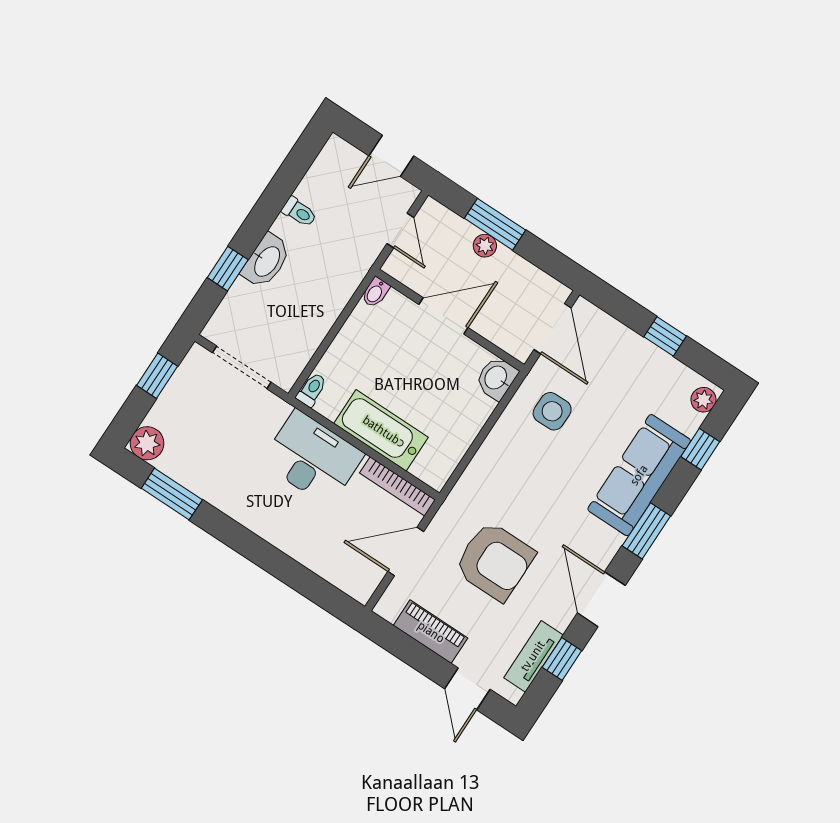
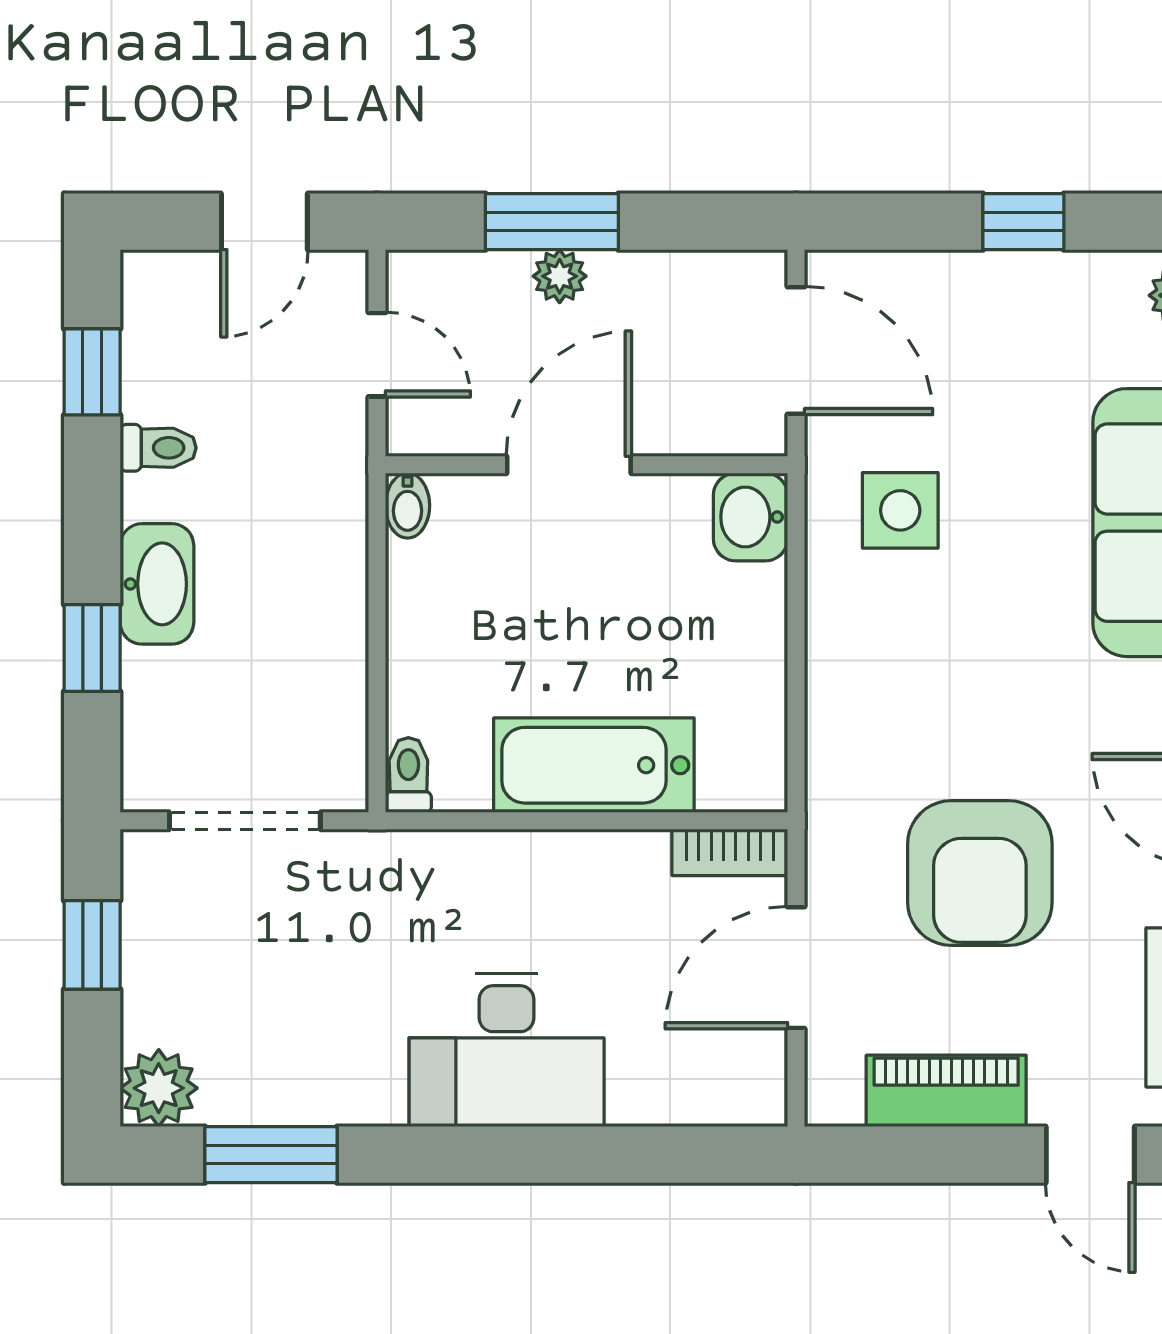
window: (293, 169) -> (92, 372), added
desk: (313, 458) -> (507, 1050), moved, turned 180
bookcase: (397, 486) -> (730, 852), width x0.64
armchair: (495, 561) -> (980, 873), turned 90

